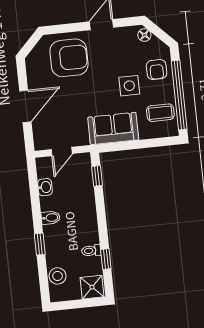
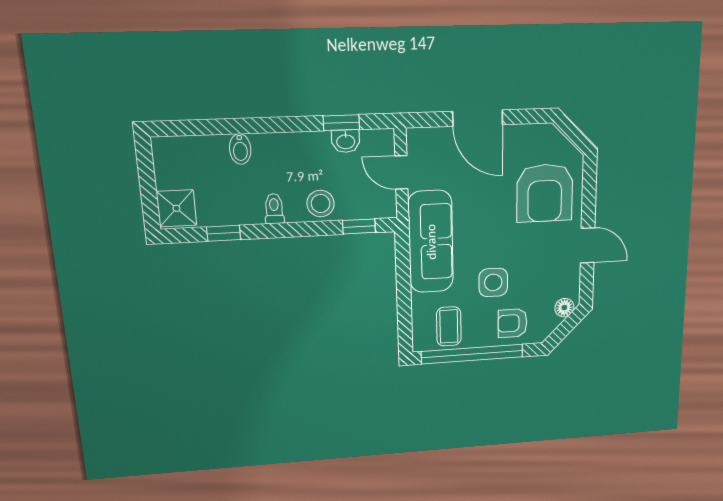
sofa: (113, 129) -> (431, 242), width x1.36
bidet: (51, 218) -> (240, 149), moved
window: (40, 244) -> (341, 123), moved
toilet: (91, 251) -> (274, 209), moved
stool: (58, 276) -> (321, 204), moved

